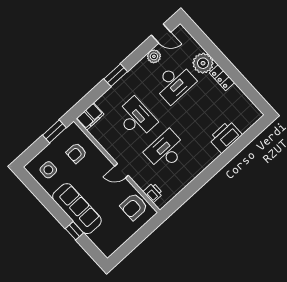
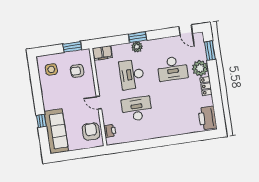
window: (201, 38) -> (210, 51), added
plant: (154, 56) -> (137, 47), moved
desk: (136, 118) -> (132, 75), turned 180
printer: (225, 137) -> (207, 118), moved, turned -90
armchair: (134, 207) -> (91, 132), turned 90
sofa: (77, 209) -> (56, 131), moved

